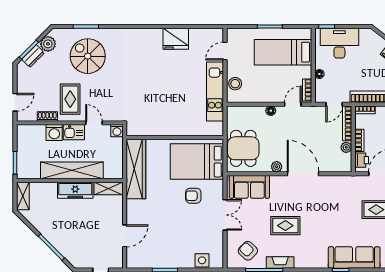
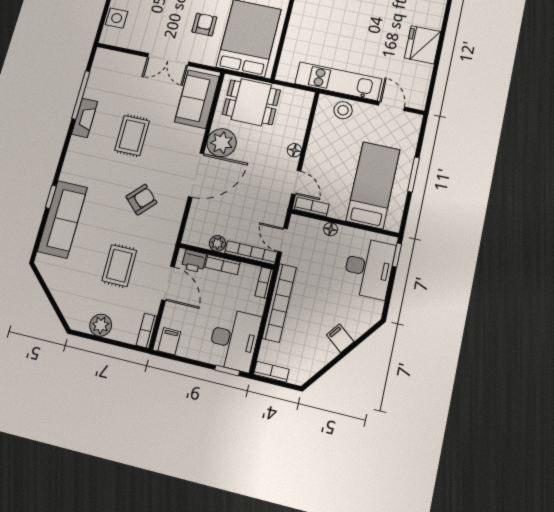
plant: (277, 167) -> (222, 143), width x1.88, depth x1.88
armchair: (248, 251) -> (141, 200), moved

